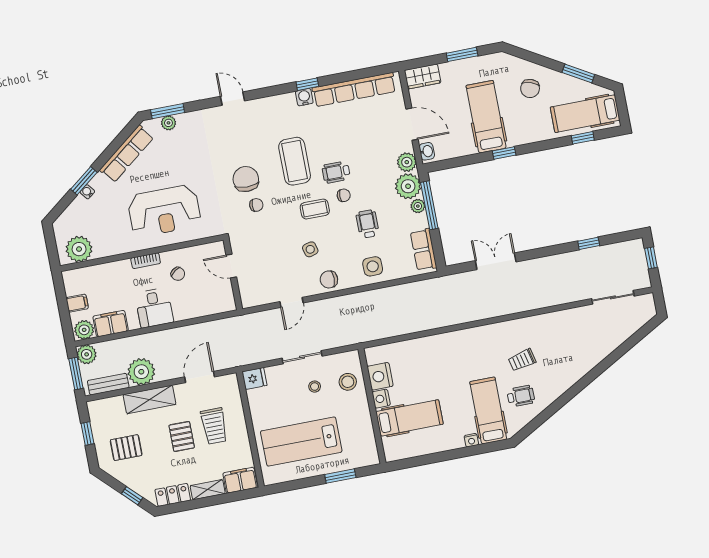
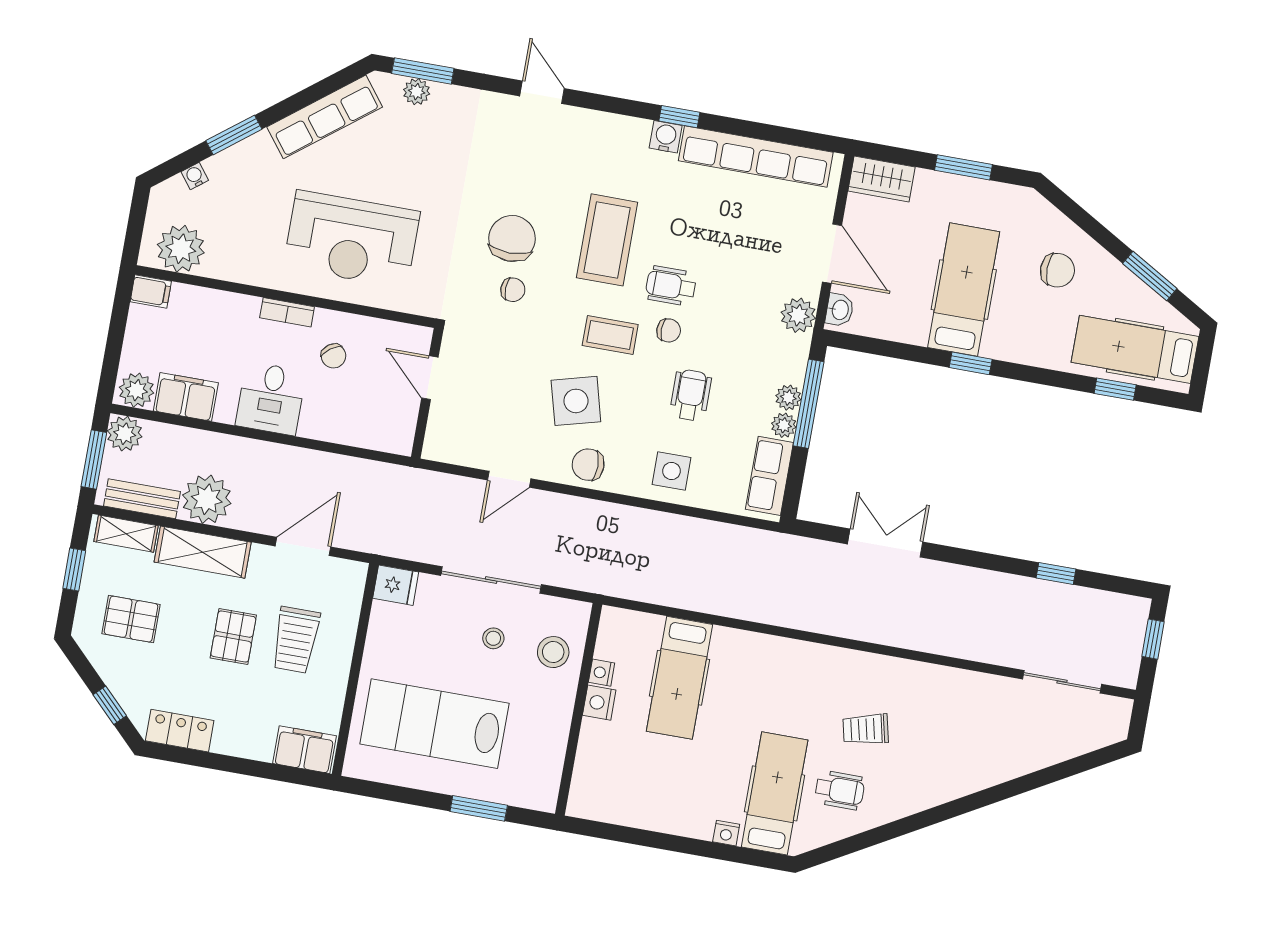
chair: (530, 89) -> (1057, 270), turned -109
plant: (408, 186) -> (784, 425), moved, width x0.53, depth x0.53
water cooler: (87, 192) -> (195, 176), moved
side table: (310, 249) -> (576, 401), width x1.87, depth x1.87
filing cabinet: (77, 303) -> (151, 292), moved
sliding door: (302, 357) -> (491, 580), width x1.37
nightstand: (380, 376) -> (602, 673), width x0.53, depth x0.56
hospital bed: (409, 418) -> (680, 678), moved, turned 90
shelving: (208, 490) -> (126, 534), moved

